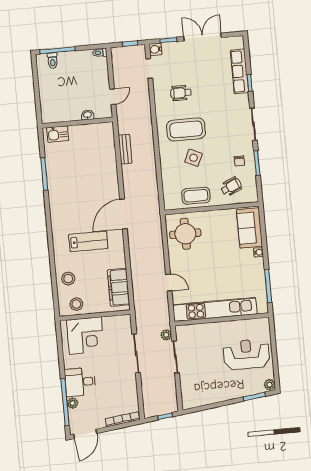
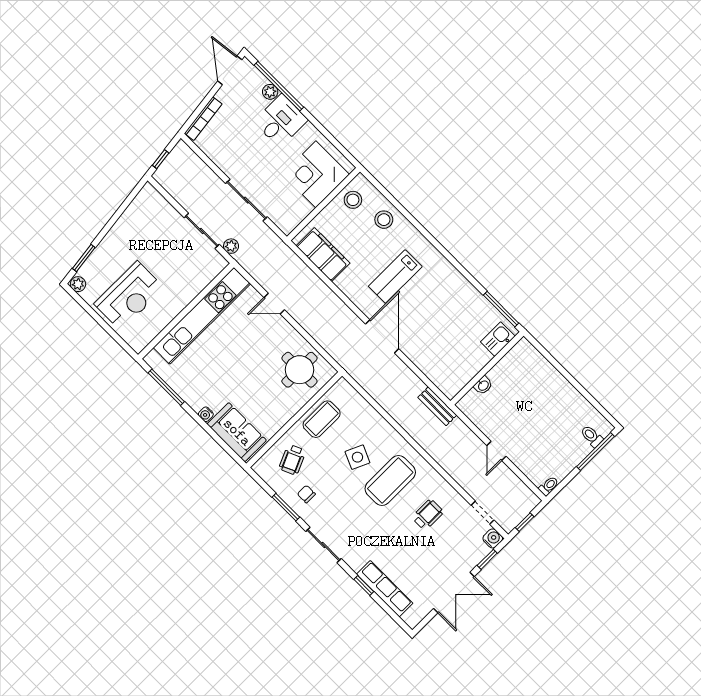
washbasin: (87, 115) -> (483, 385), moved
wall: (77, 123) -> (487, 368), moved
kitchen sink: (58, 134) -> (498, 339), moved

